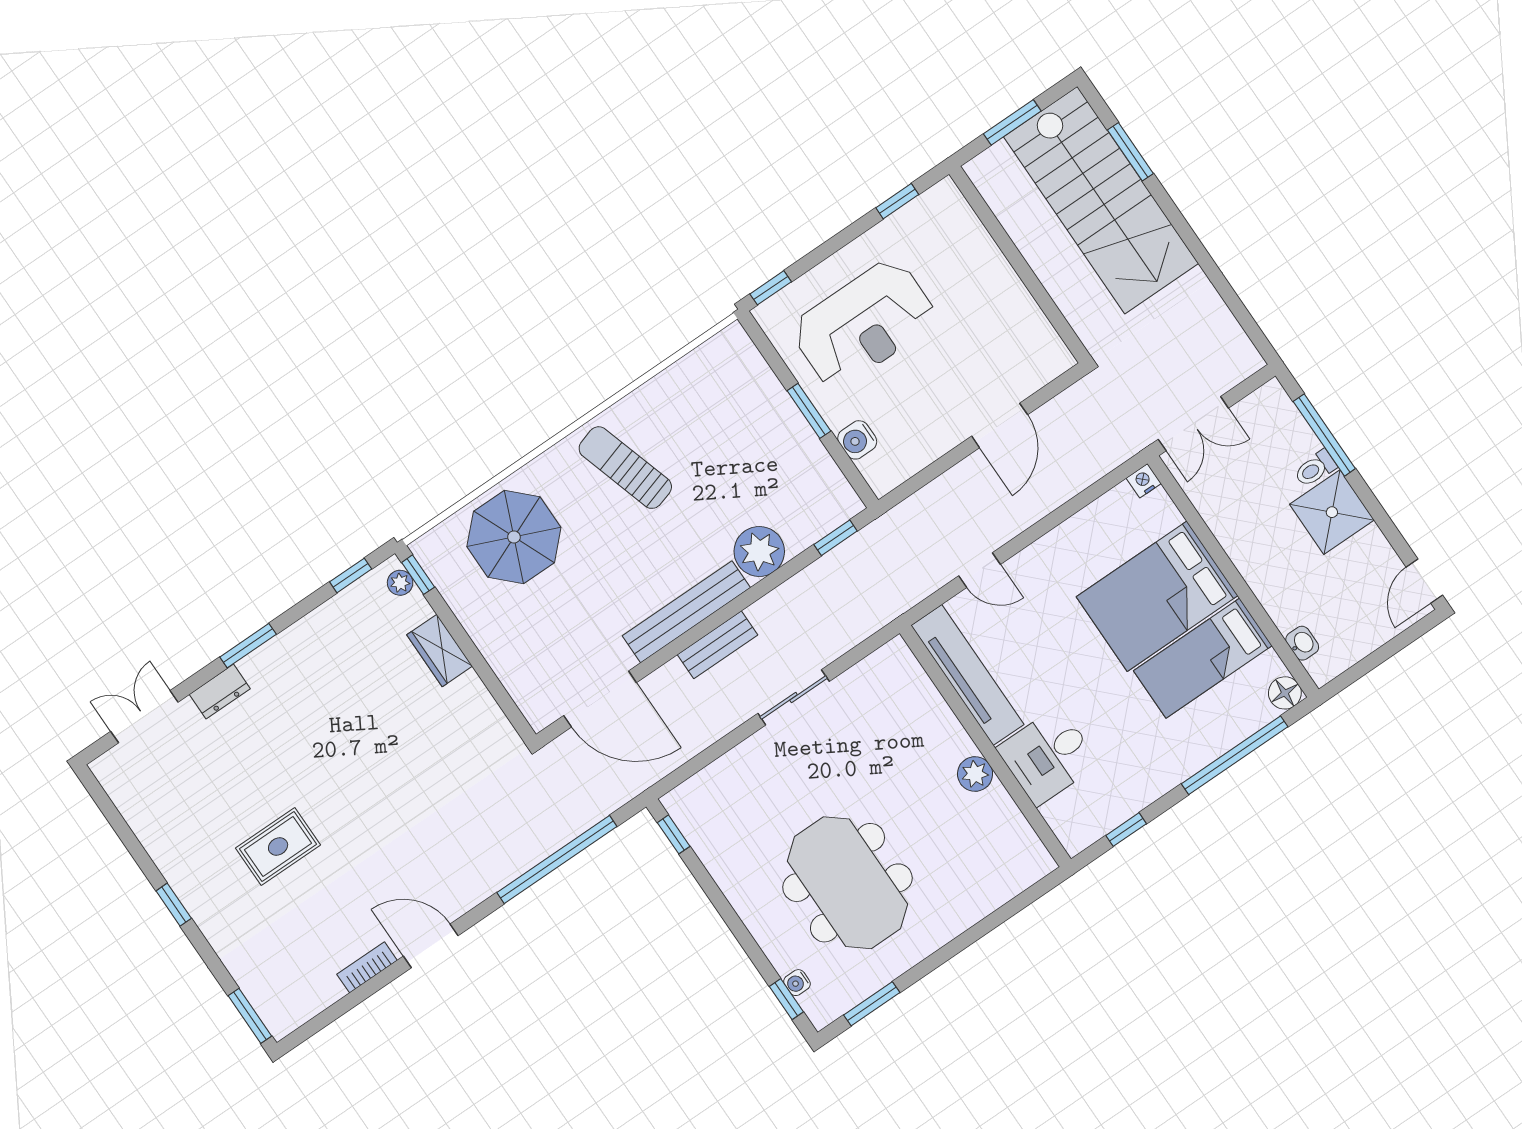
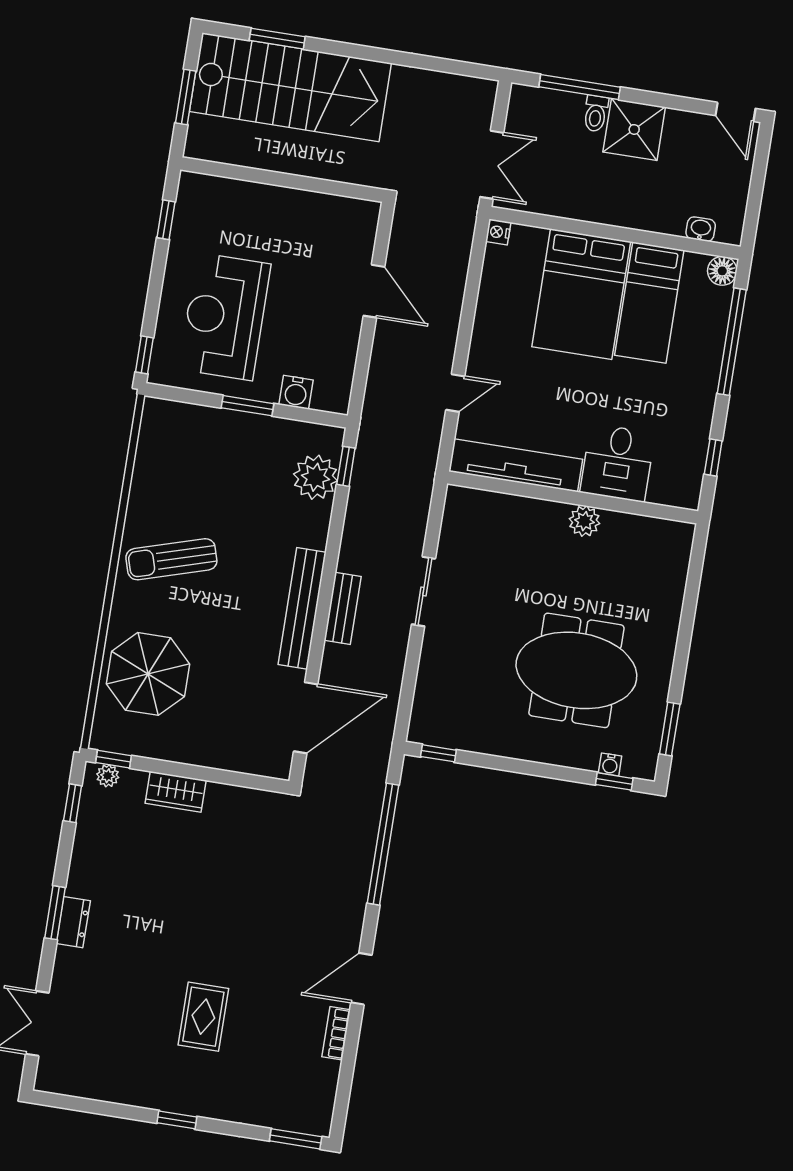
reception desk: (864, 324) -> (225, 317), turned 180
plant: (759, 551) -> (315, 477), moved
dresser: (220, 691) -> (73, 922), moved

